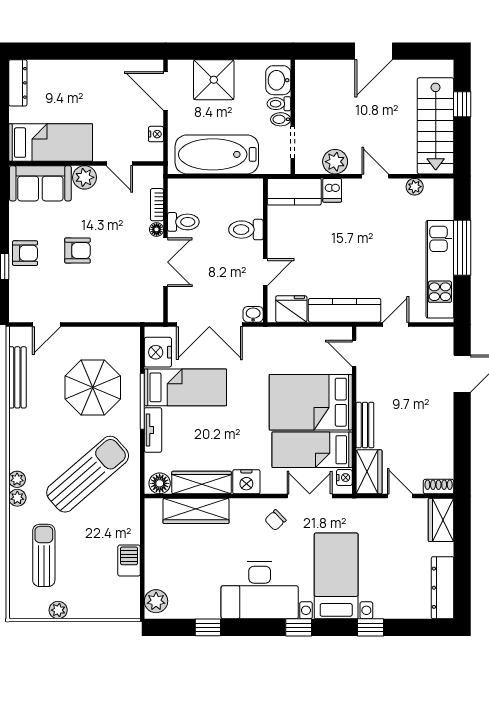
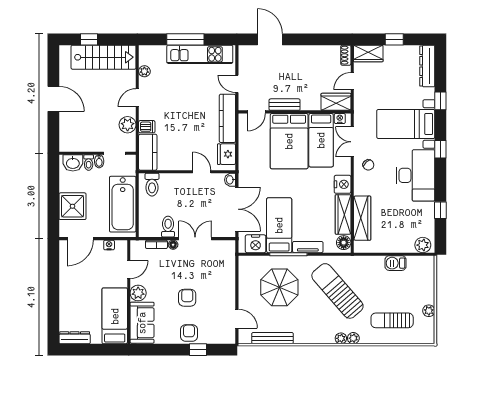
toilet: (246, 230) -> (152, 185), moved
bench: (365, 425) -> (285, 105), moved
window: (462, 559) -> (394, 39), added
dresser: (443, 588) -> (427, 66), moved, turned 90

